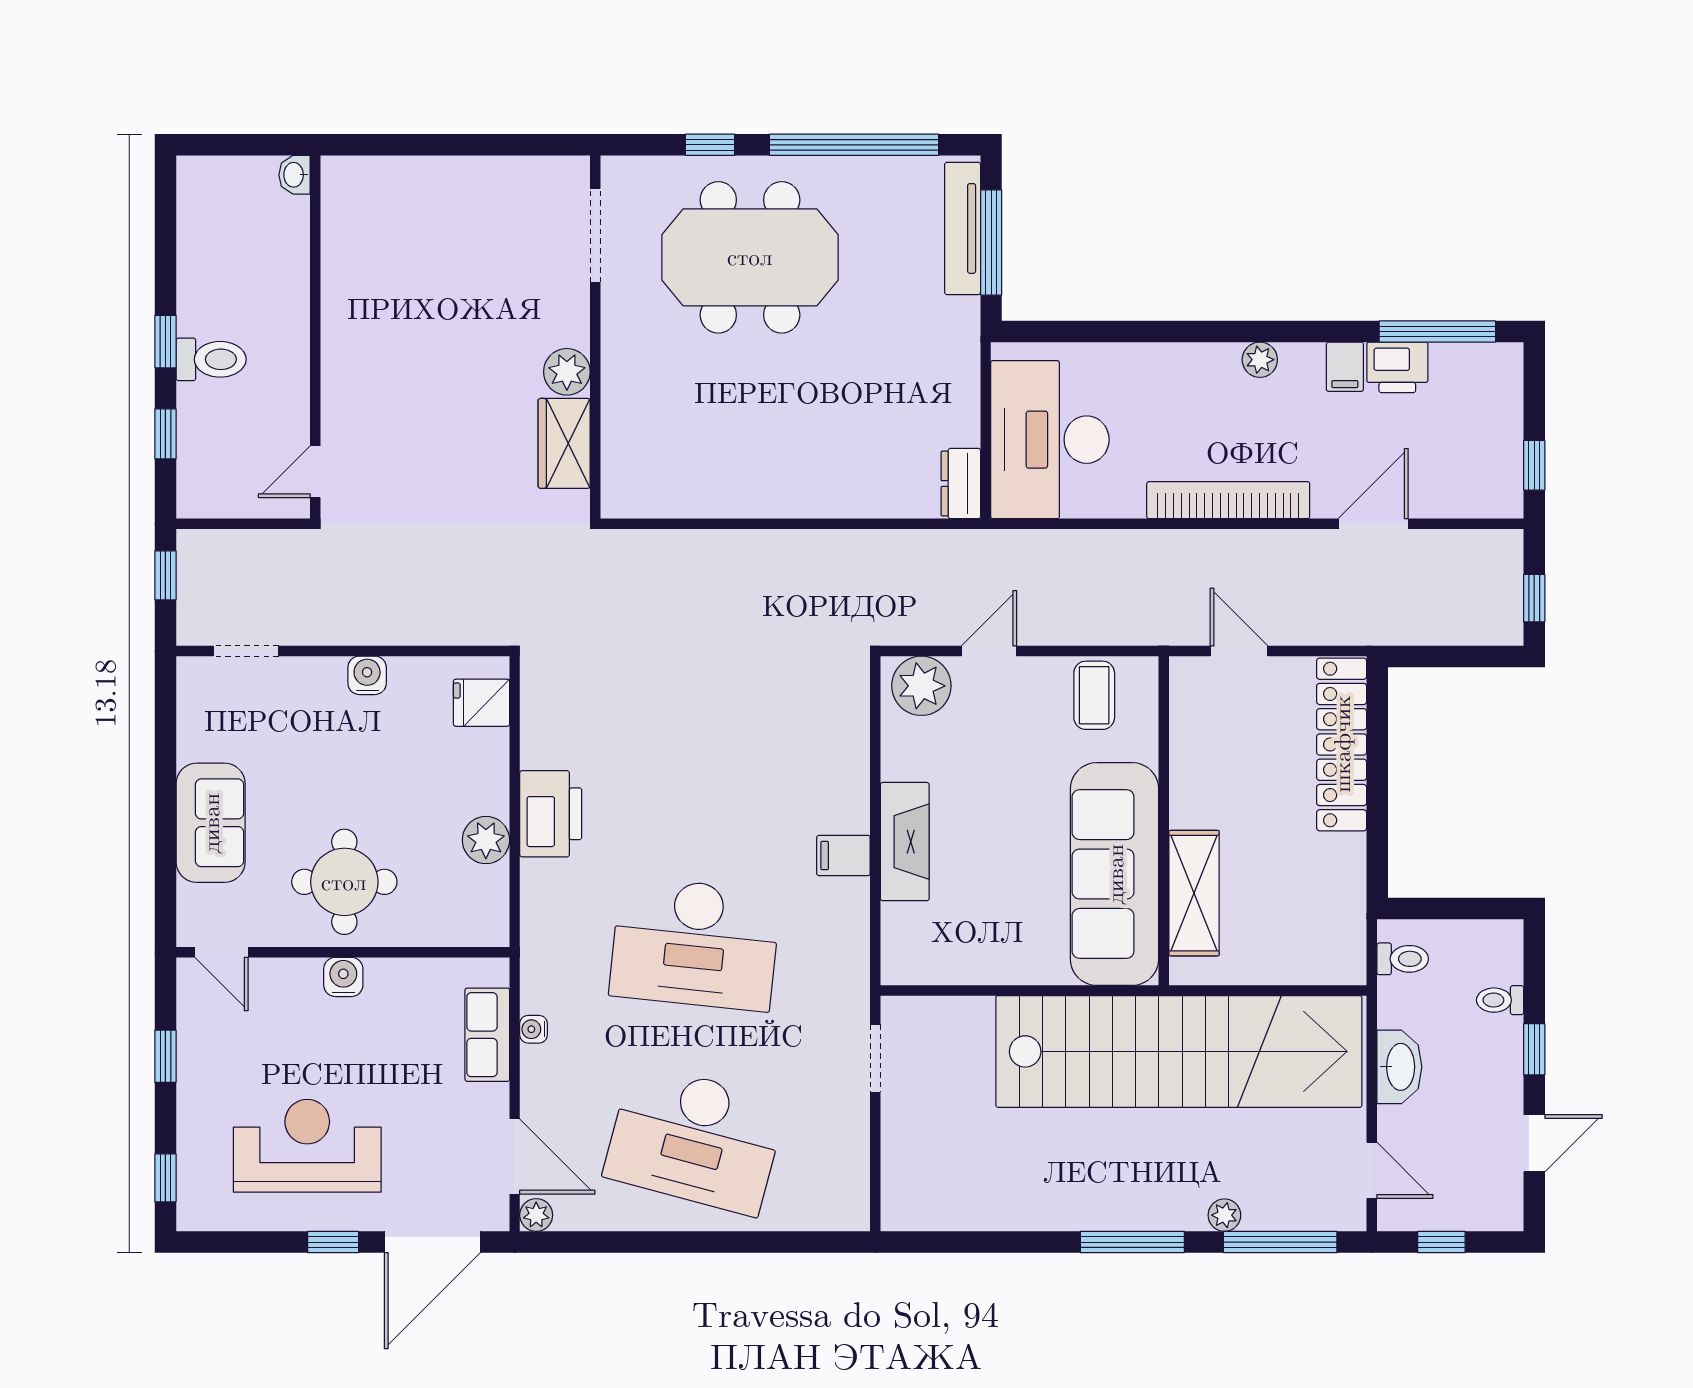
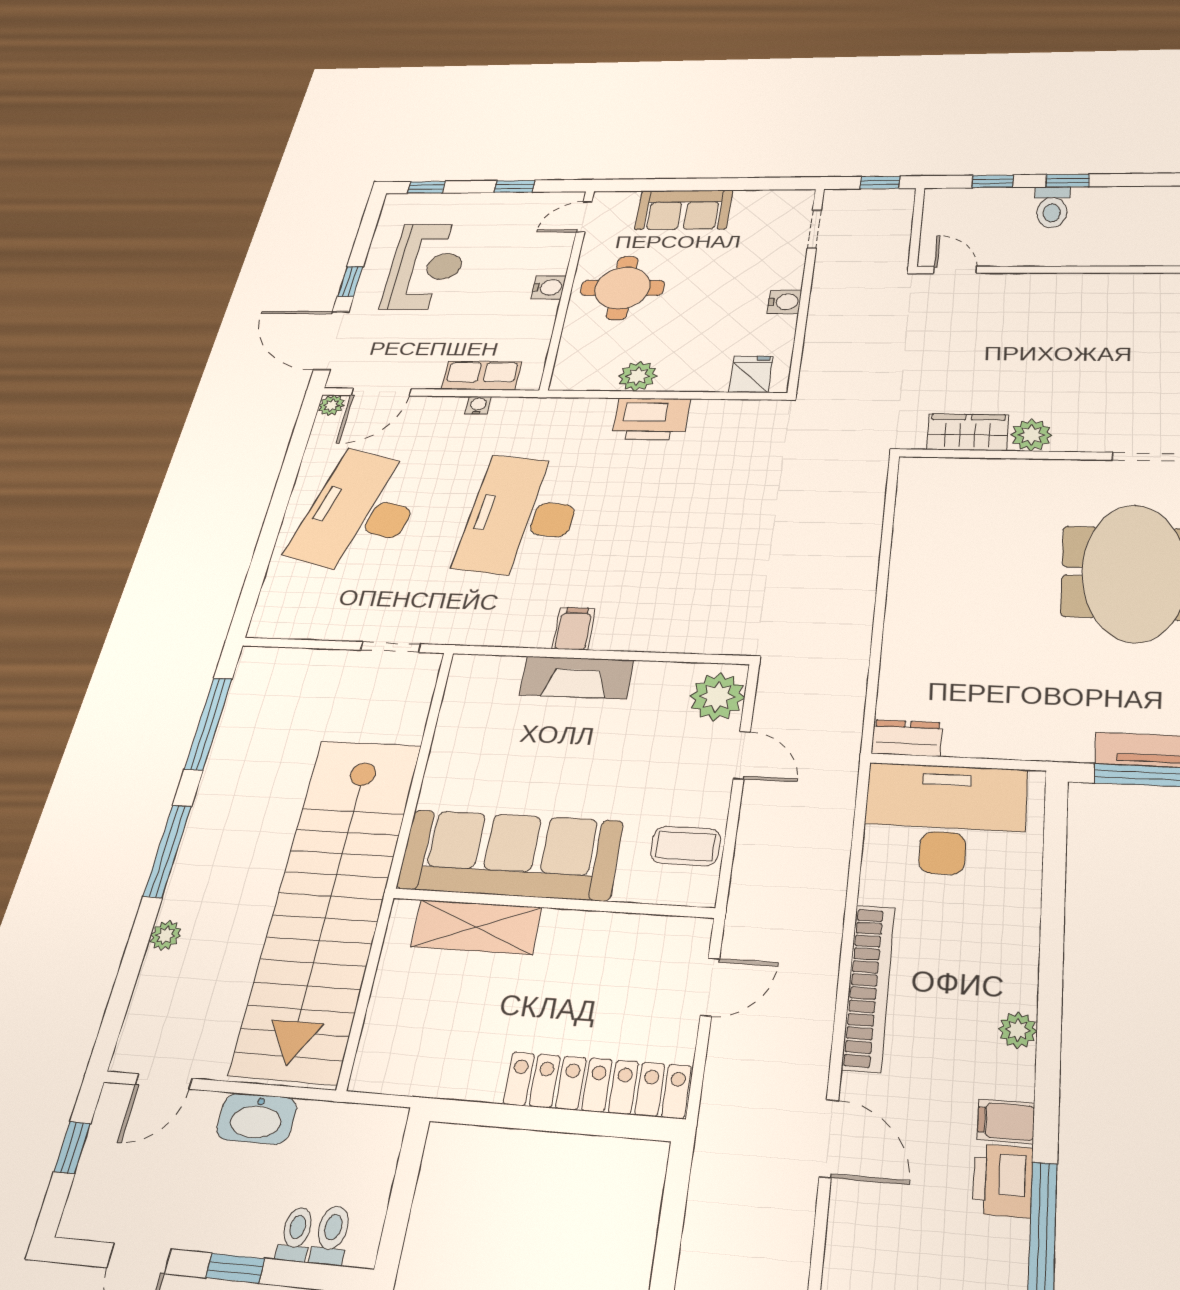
toilet: (1403, 959) -> (331, 1235), moved, turned 180
window: (1280, 1242) -> (208, 724), moved

